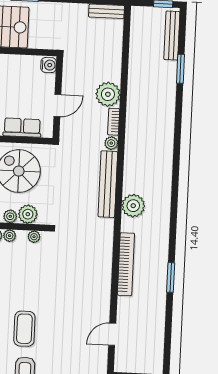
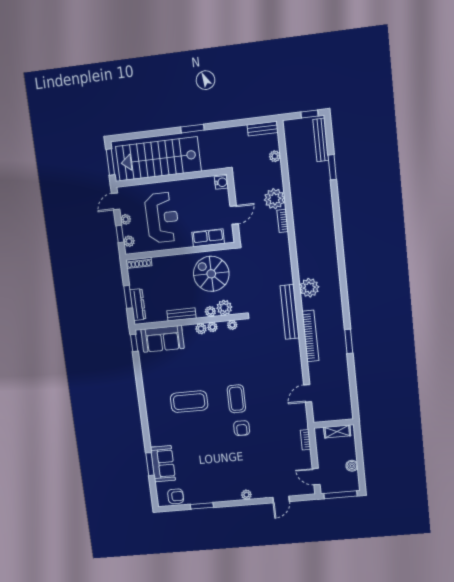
plant: (111, 143) -> (275, 156), moved
bench: (108, 184) -> (290, 312), moved

